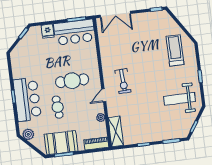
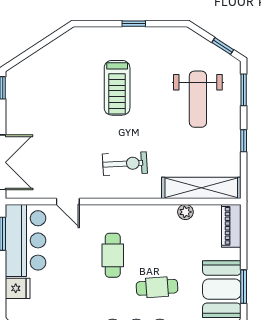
treadmill: (175, 50) -> (117, 88), moved, turned -90
cafe table: (72, 81) -> (113, 255), width x0.73, depth x0.74
door: (104, 95) -> (68, 201), moved
weight bench: (179, 99) -> (198, 99), moved
shelving: (116, 131) -> (201, 188), width x1.47

